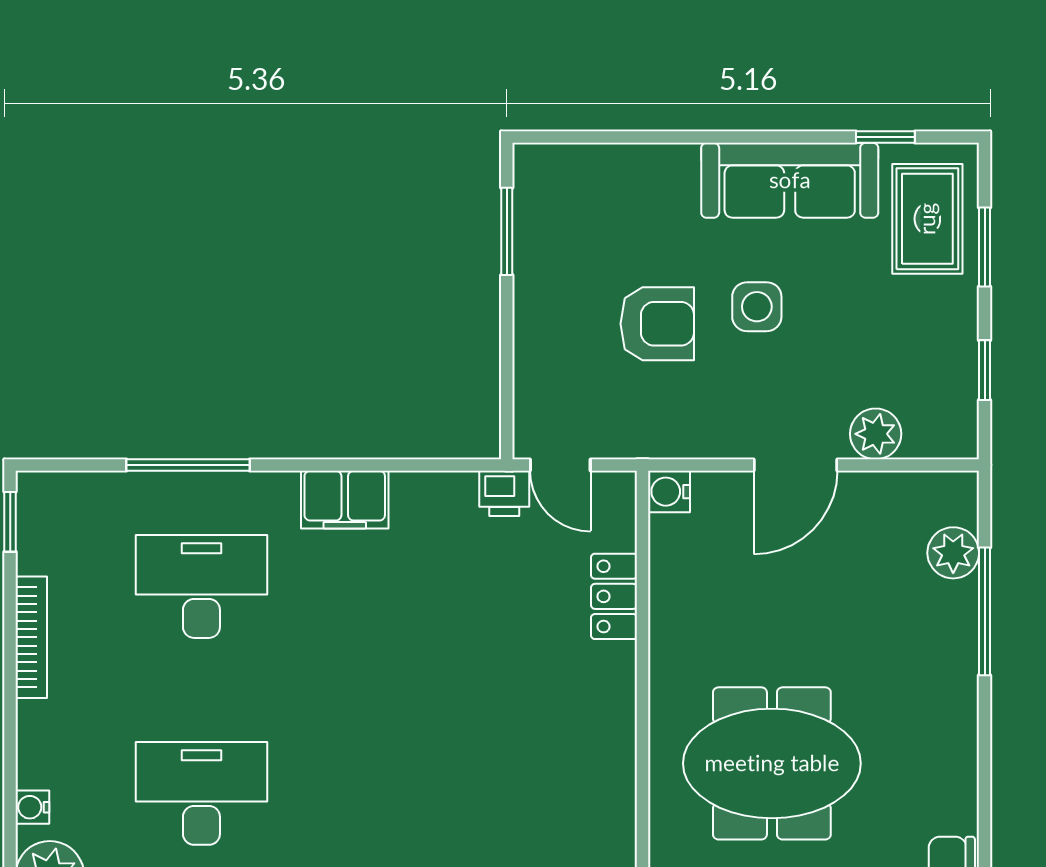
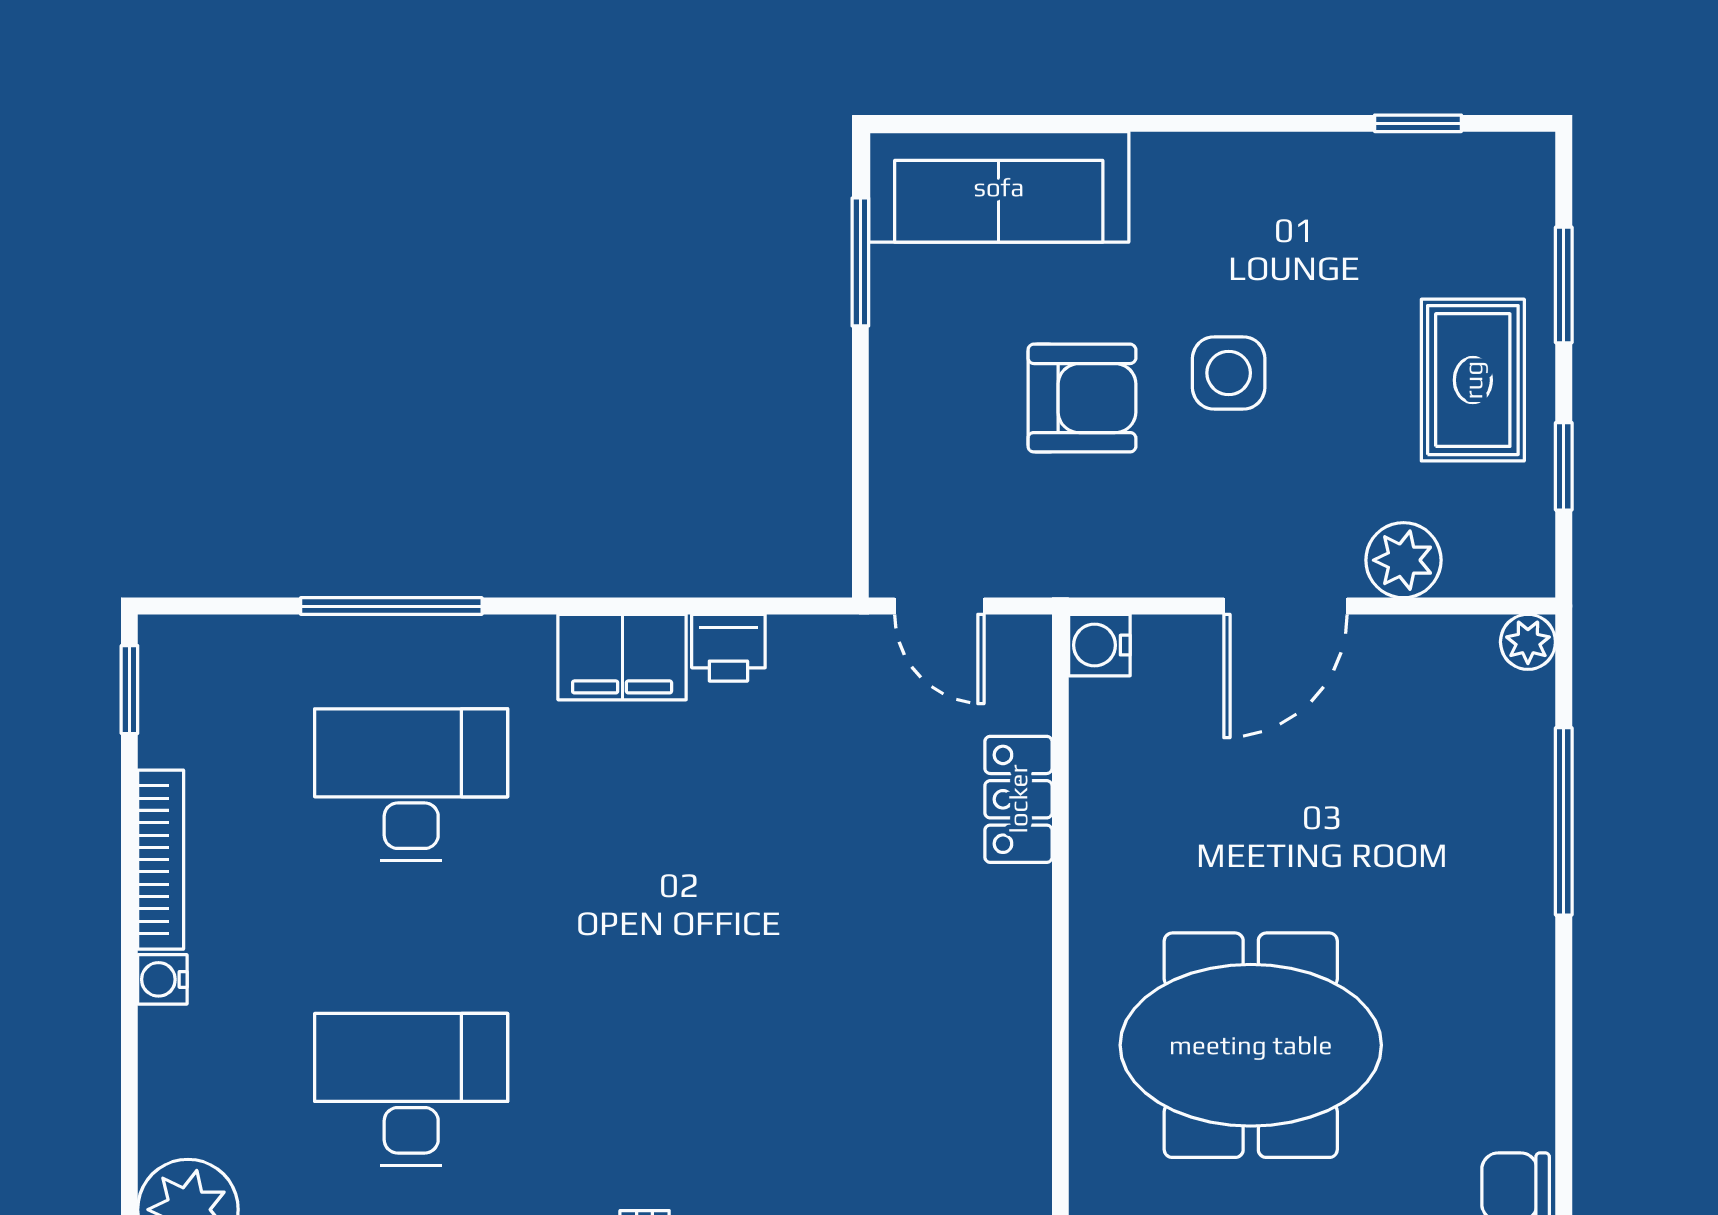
sofa: (790, 180) -> (999, 187), moved
rug: (927, 219) -> (1473, 380), moved
printer: (504, 493) -> (728, 648), moved
plant: (953, 553) -> (1528, 642), moved, width x0.73, depth x0.73
water cooler: (32, 807) -> (162, 979), moved

